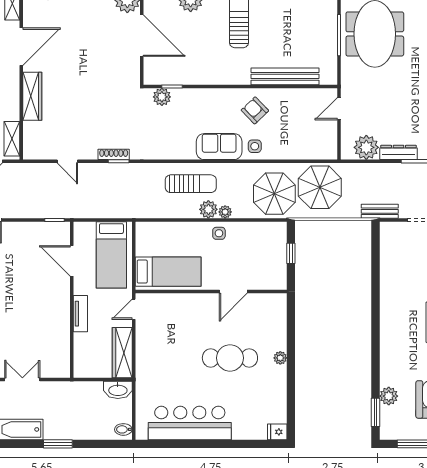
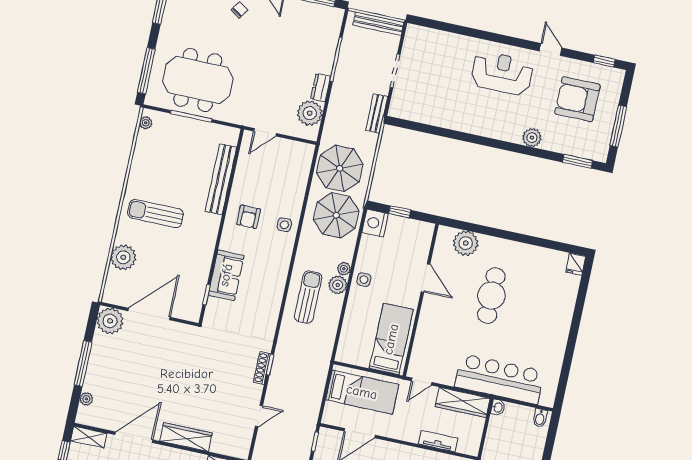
door: (21, 47) -> (134, 437), hinge flipped
plant: (162, 97) -> (215, 307), removed
door: (339, 109) -> (265, 132), hinge flipped
armchair: (255, 110) -> (249, 217), turned -46
sofa: (219, 147) -> (226, 275), moved, turned 180
dresser: (398, 152) -> (321, 88), width x0.70
nightstand: (275, 232) -> (375, 223), added
door: (134, 309) -> (422, 382), hinge flipped
tv unit: (80, 314) -> (438, 441), moved
plant: (280, 358) -> (466, 243), moved, width x1.88, depth x1.88
washbasin: (118, 390) -> (498, 407), width x0.52, depth x0.69
plant: (389, 396) -> (532, 138), moved
bar counter: (190, 423) -> (499, 379), moved, turned 90

